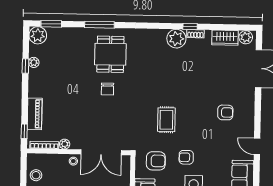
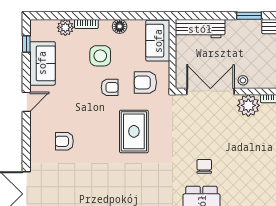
rug: (166, 120) -> (134, 131), width x1.36, depth x1.43
plant: (65, 144) -> (248, 105), width x1.87, depth x1.87
door: (257, 146) -> (26, 102), hinge flipped

